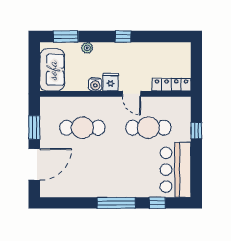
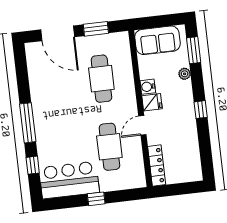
window: (196, 131) -> (96, 199), moved

